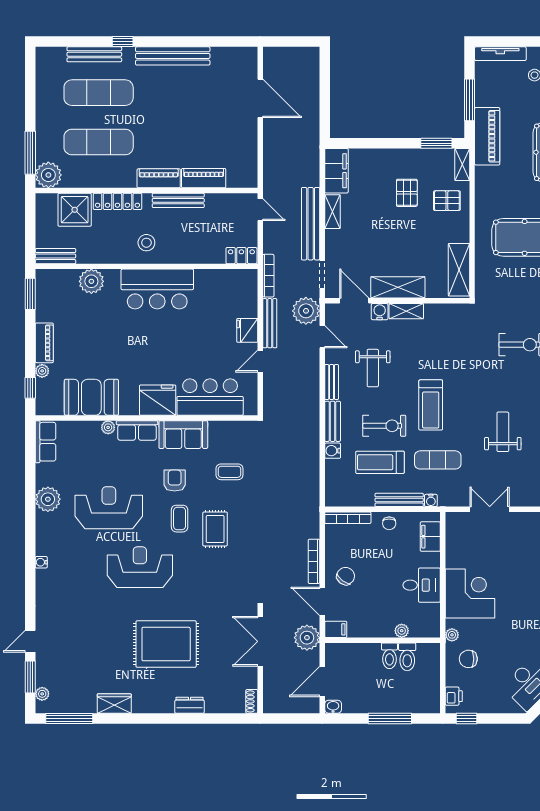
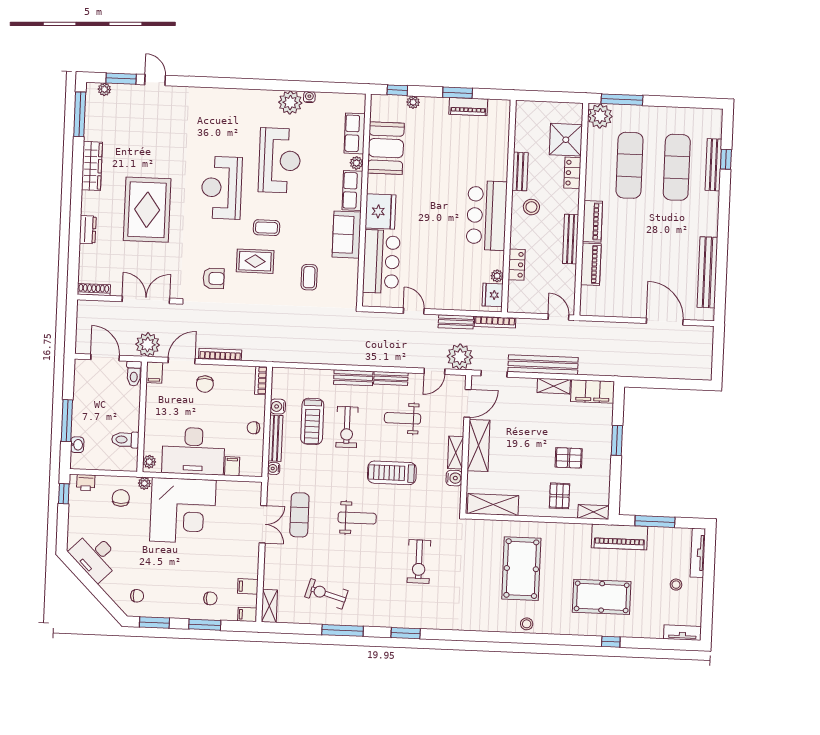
window: (123, 42) -> (726, 159), moved
bench: (173, 56) -> (707, 272), moved
door: (260, 98) -> (665, 322), swing flipped
window: (436, 143) -> (617, 440), moved
locker: (117, 201) -> (572, 173), width x0.66
door: (260, 210) -> (558, 317), swing flipped
bench: (56, 256) -> (520, 171), moved
locker: (241, 256) -> (517, 265), moved
plant: (91, 281) -> (497, 276), moved, width x0.53, depth x0.53
window: (30, 294) -> (458, 93), moved
water cooler: (380, 312) -> (454, 478), moved
bench: (270, 323) -> (456, 322), width x0.73
fridge: (247, 330) -> (493, 295), moved, turned -90
piano: (44, 343) -> (468, 107), moved
treadmill: (431, 405) -> (392, 473), moved
weight bench: (503, 432) -> (357, 518), moved
row of seats: (46, 442) -> (355, 133), moved, turned 90
water cooler: (333, 451) -> (278, 407), moved, turned -90
exercise mat: (438, 460) -> (299, 515), moved
treadmill: (380, 462) -> (312, 421), turned 180
armchair: (175, 481) -> (214, 278), moved
bookcase: (348, 518) -> (261, 381), width x0.64
filing cabinet: (430, 537) -> (232, 466), width x0.50
water cooler: (41, 562) -> (309, 97), moved
reception desk: (140, 567) -> (222, 188), turned 180
chair: (346, 576) -> (205, 384), turned 53
desk: (422, 585) -> (193, 451), width x1.87, depth x1.30
corner desk: (470, 593) -> (183, 511), width x1.36, depth x1.36
plant: (402, 631) -> (149, 462), moved
toilet: (389, 656) -> (134, 374), moved, turned -90
shoe rack: (252, 701) -> (94, 290), width x1.43
wardrobe: (114, 704) -> (92, 166), width x1.50
washbasin: (333, 707) -> (77, 445), moved

